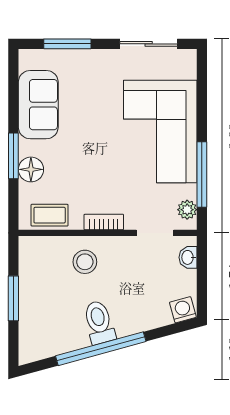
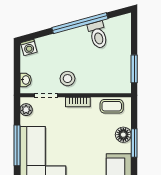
window: (202, 175) -> (17, 145), moved
stool: (85, 262) -> (67, 79), moved
window: (13, 298) -> (134, 69), moved
toilet: (99, 322) -> (98, 35), moved

